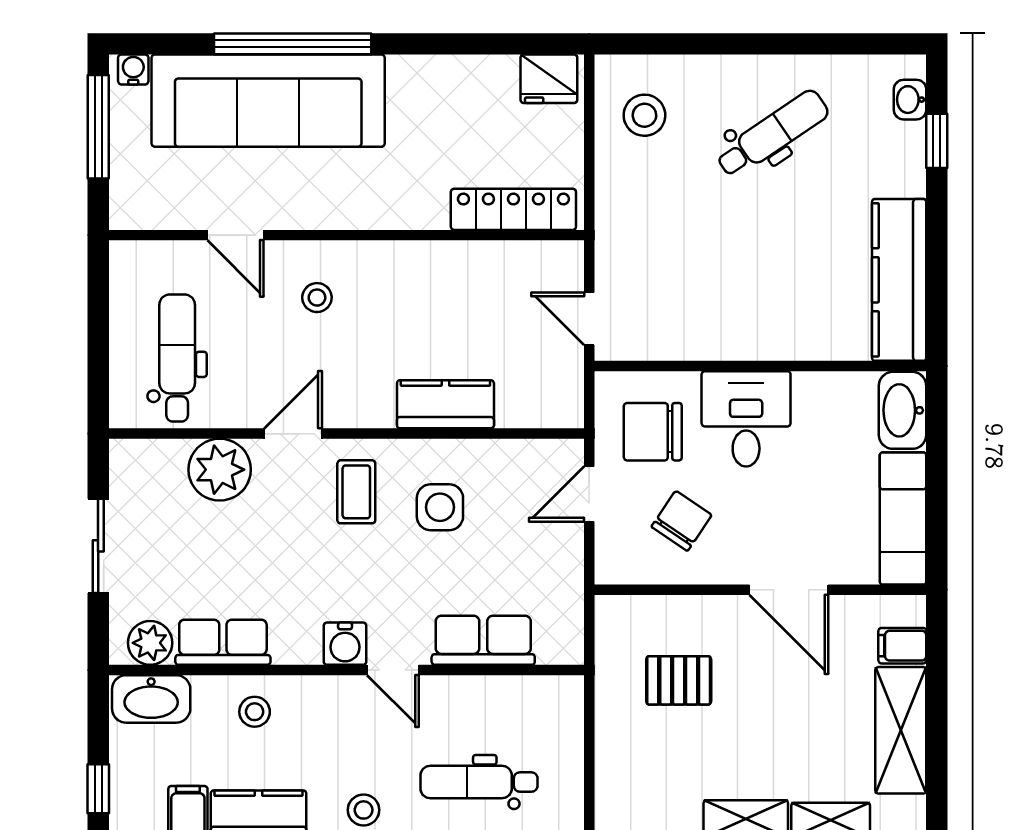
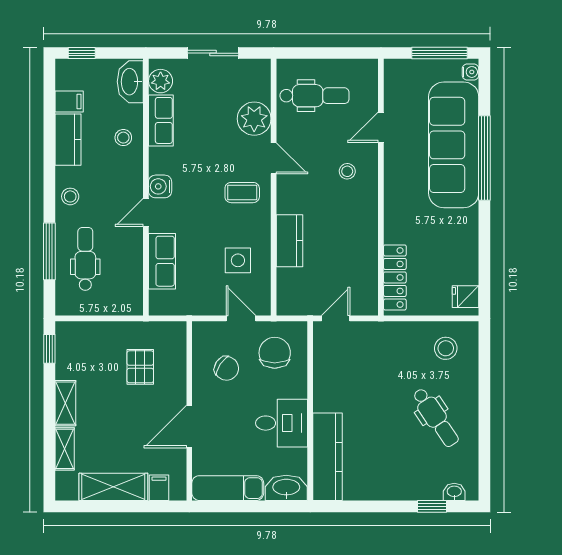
fridge: (549, 79) -> (465, 297), width x0.72
kitchen counter: (899, 280) -> (328, 457), moved, turned 90
desk: (746, 419) -> (282, 423), moved
side table: (440, 507) -> (238, 260), moved

